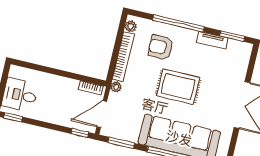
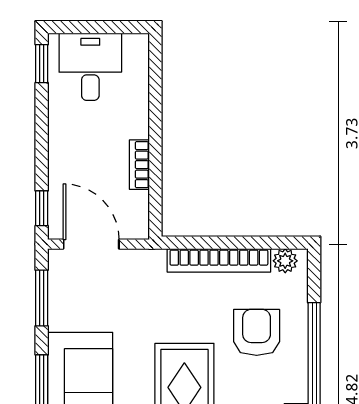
plant: (116, 87) -> (153, 260), removed
bookcase: (91, 88) -> (139, 165), moved

